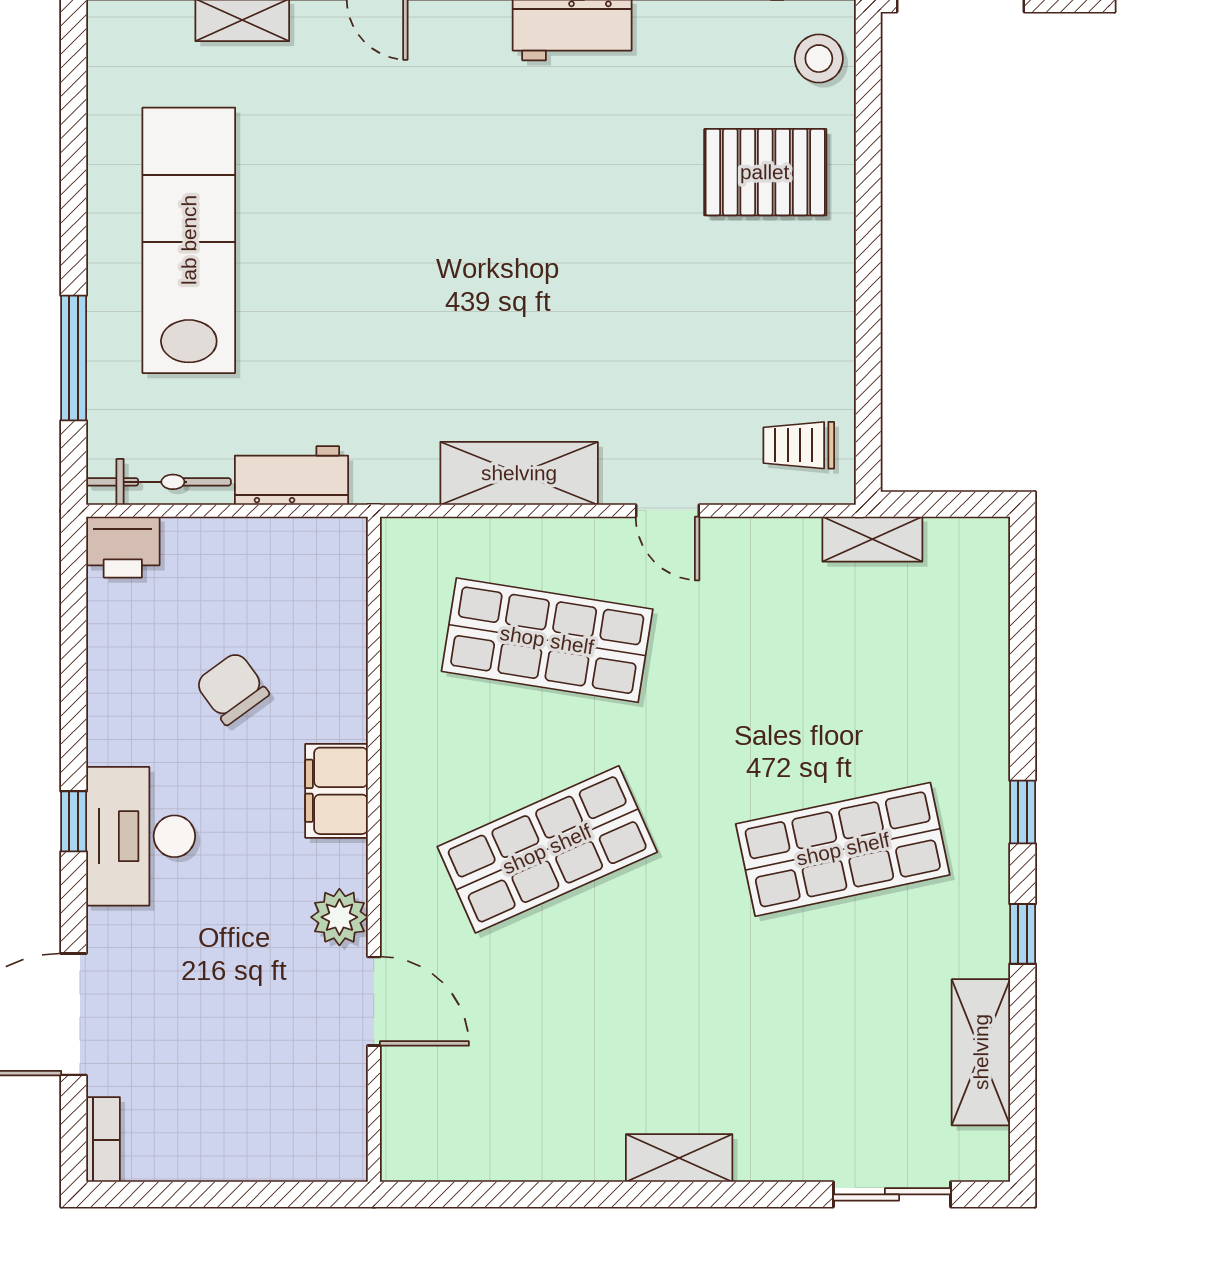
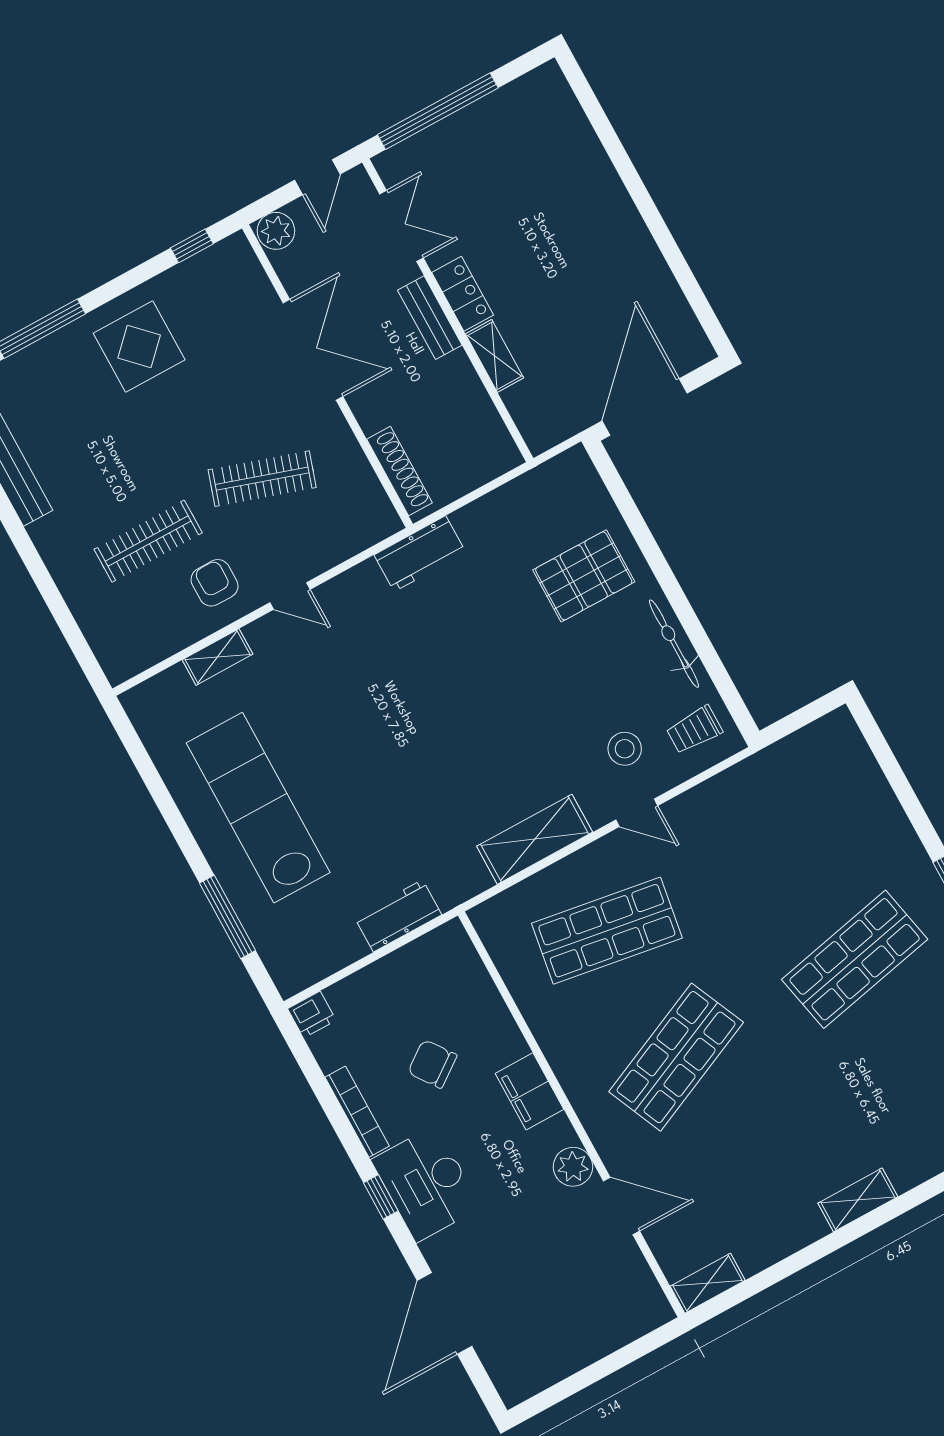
stool: (819, 59) -> (625, 749), moved
bicycle: (158, 482) -> (674, 644), moved, turned -90
shelving: (872, 539) -> (708, 1283), moved
printer: (123, 547) -> (312, 1015), width x0.73, depth x0.81
bookcase: (103, 1140) -> (357, 1112), moved, width x1.56

